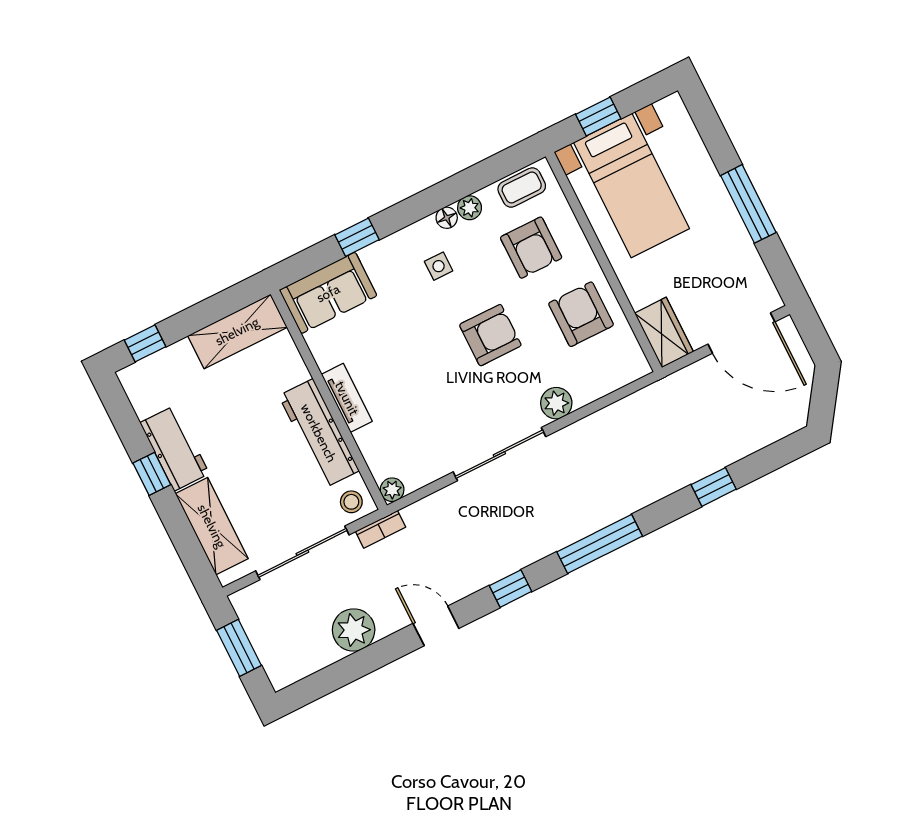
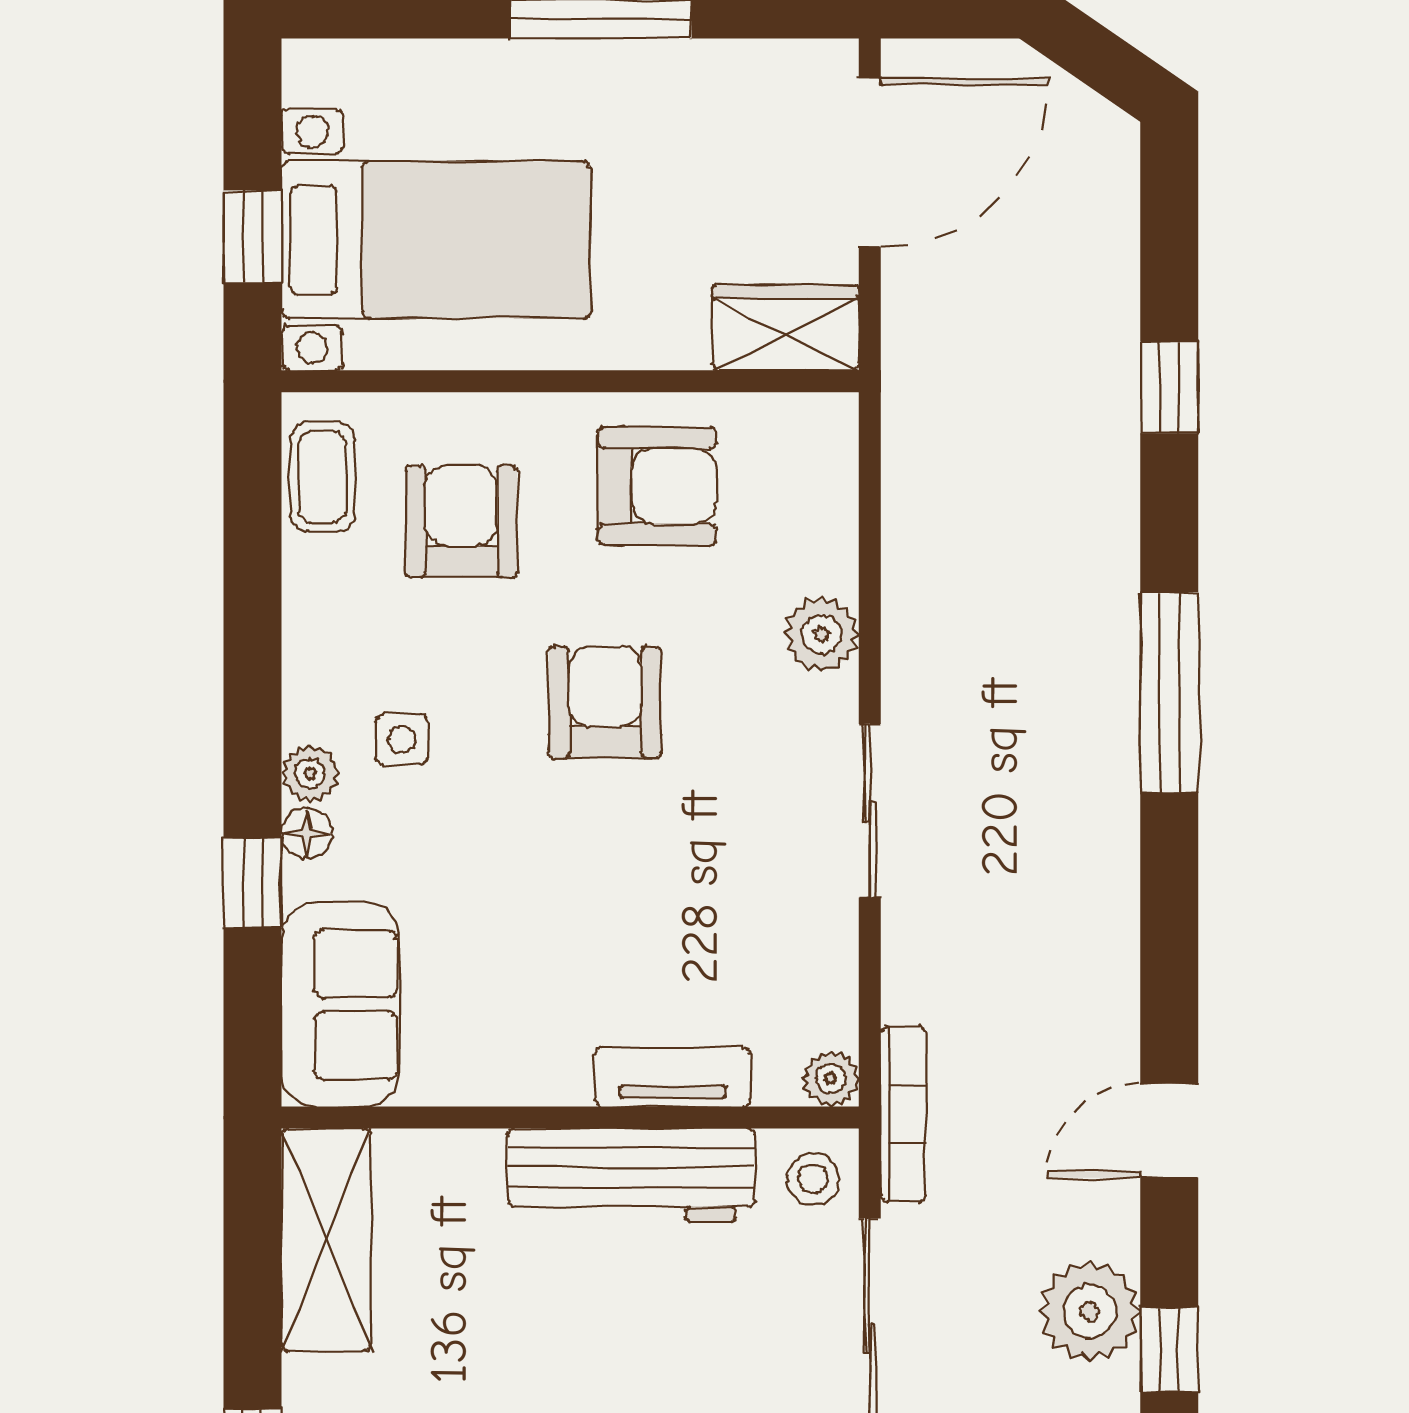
plant: (470, 208) -> (310, 774), moved
floor lamp: (447, 218) -> (307, 833), moved
armchair: (531, 248) -> (461, 521), turned -90
armchair: (581, 314) -> (657, 486), turned 180
tv unit: (347, 398) -> (673, 1077), moved
sliding door: (499, 454) -> (870, 811), width x0.73
bookcase: (381, 529) -> (903, 1114), width x1.56
window: (510, 589) -> (1169, 1350), moved

